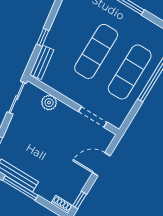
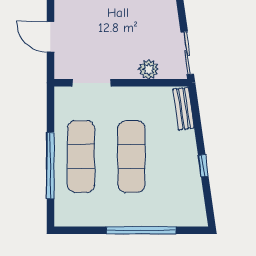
window: (43, 37) -> (203, 166), moved
door: (101, 164) -> (50, 37), swing flipped

